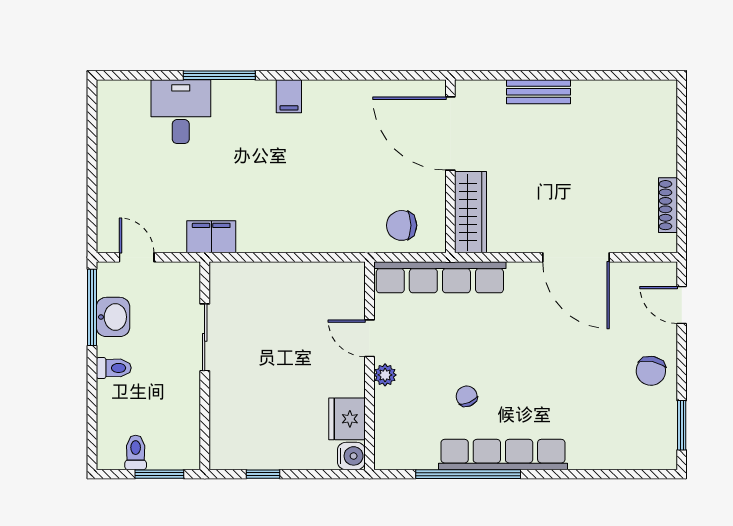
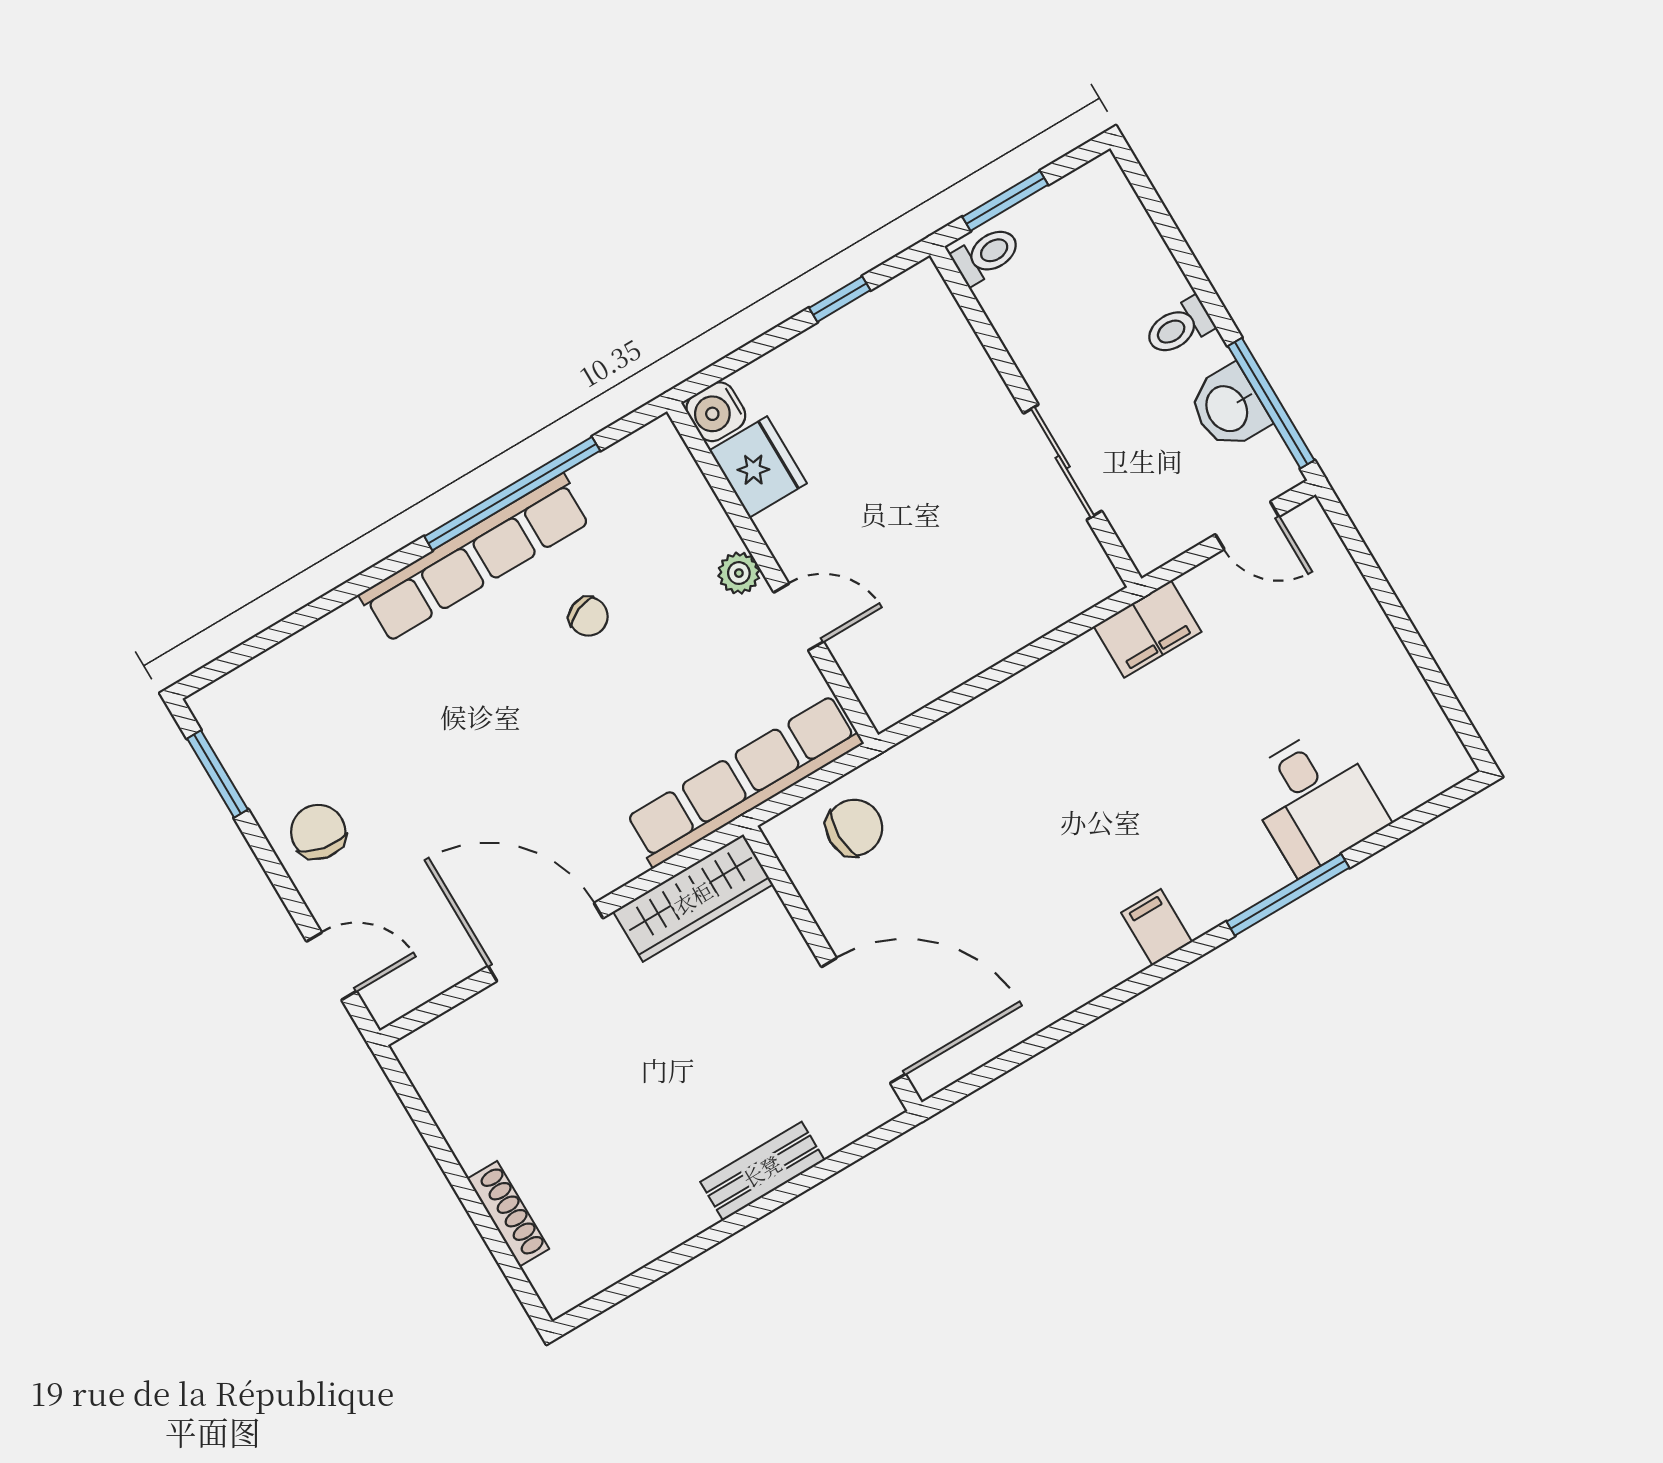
shoe rack: (668, 205) -> (508, 1214), moved
wardrobe: (471, 212) -> (693, 898), moved, turned -90
toilet: (136, 452) -> (986, 255), moved, turned -90

